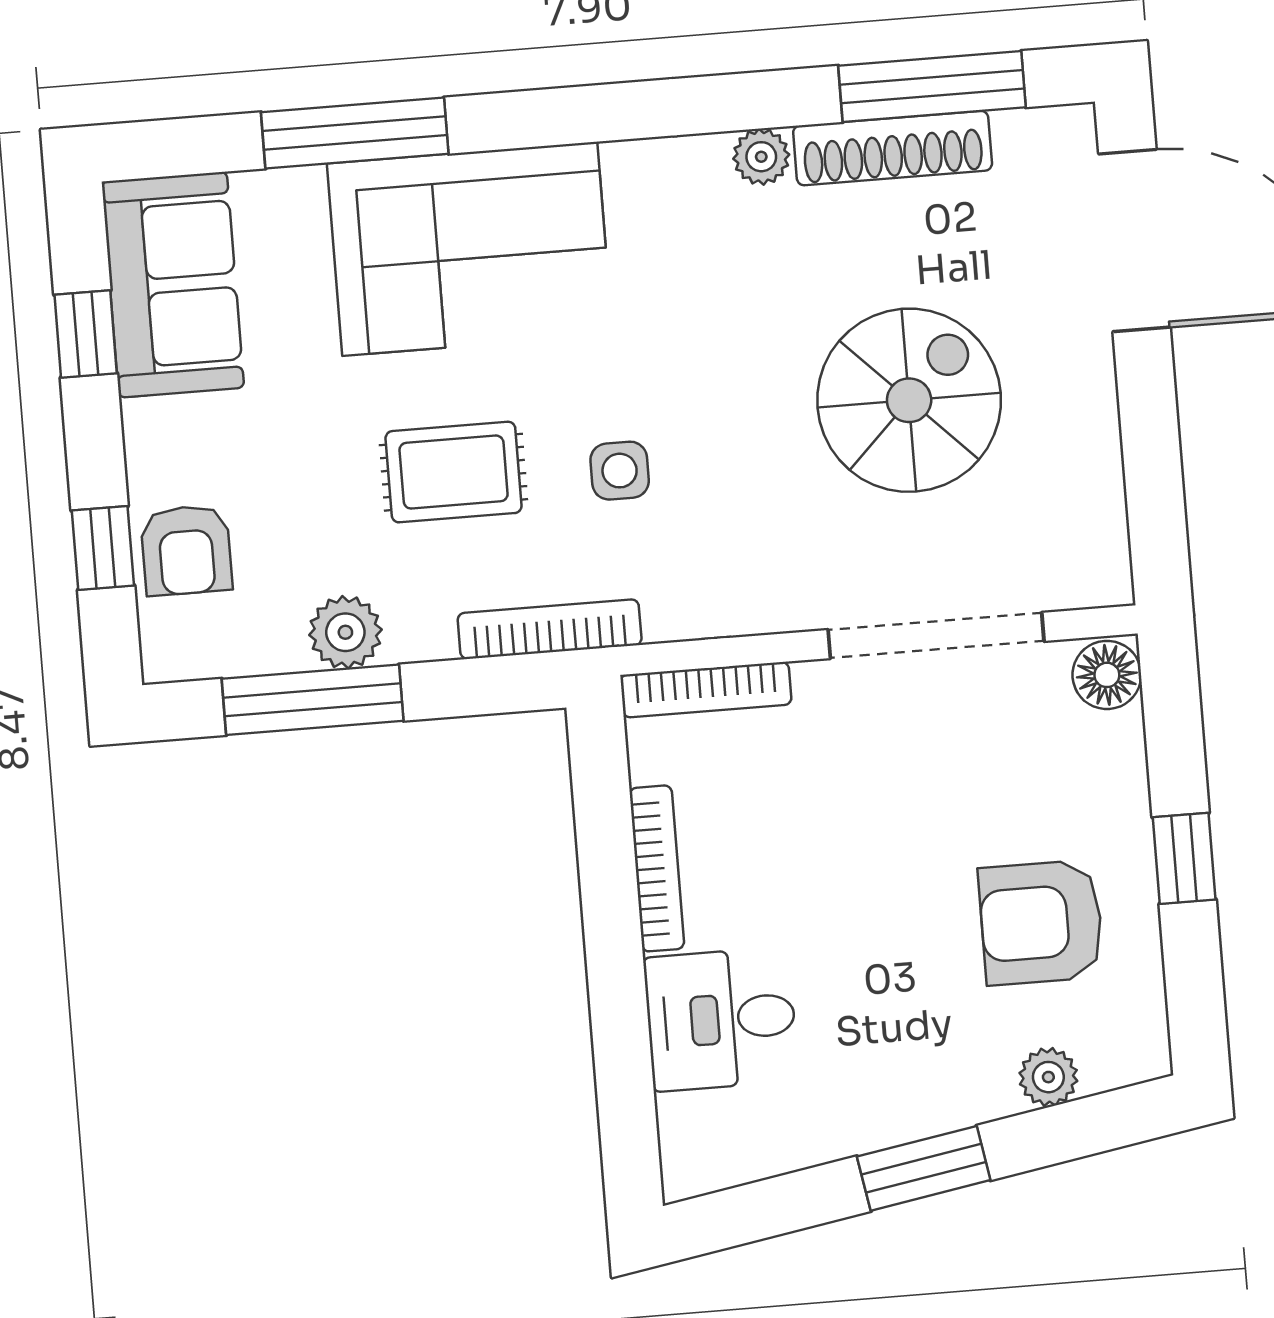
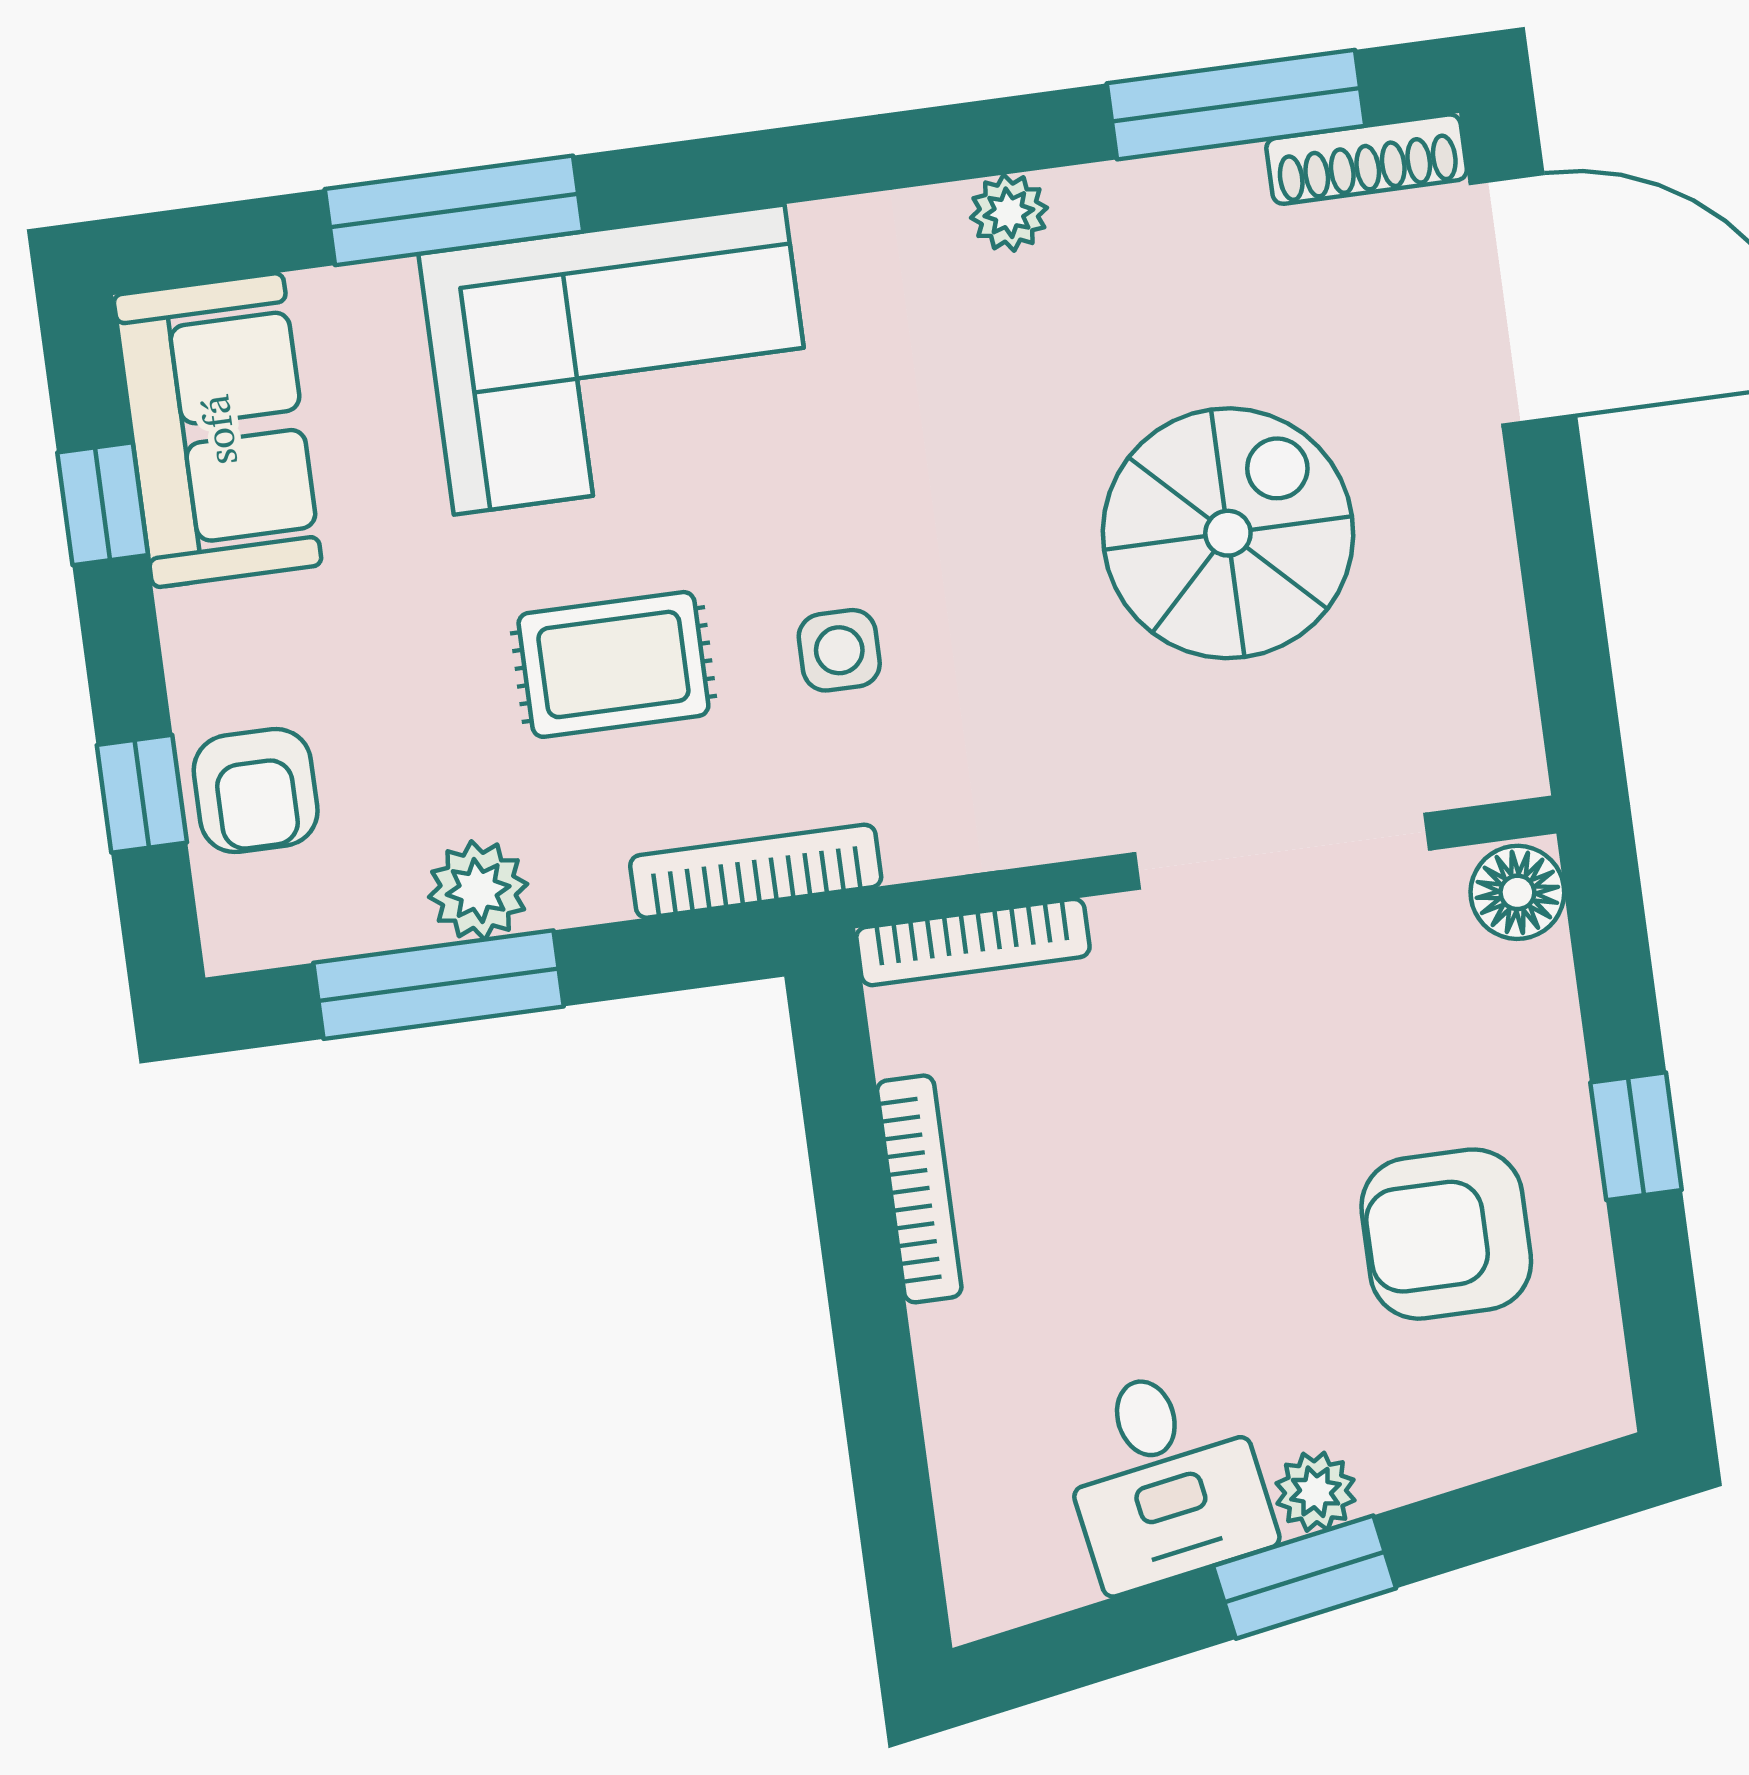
shoe rack: (893, 148) -> (1367, 159), moved, width x0.74, depth x0.81
desk: (721, 1019) -> (1164, 1477), moved, turned -100
plant: (1048, 1077) -> (1316, 1492), moved

